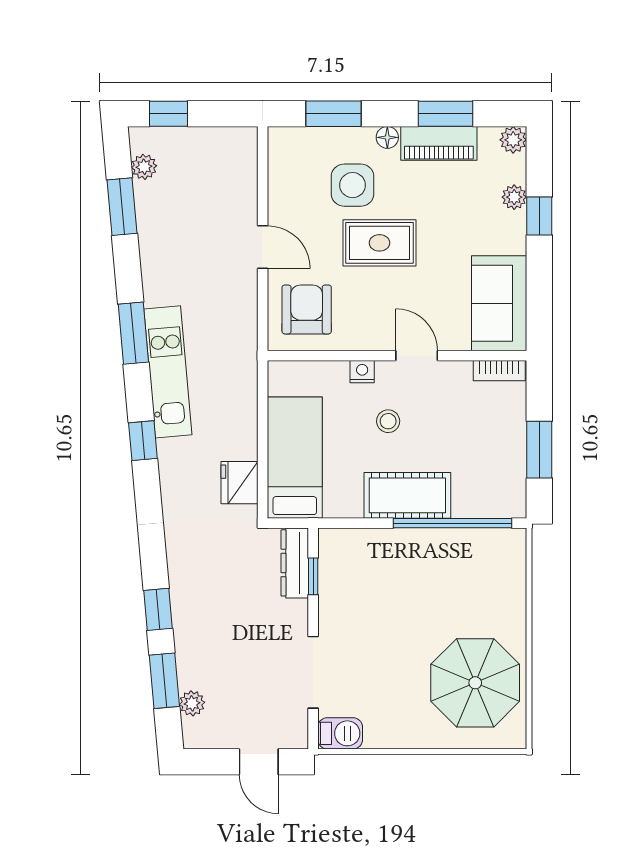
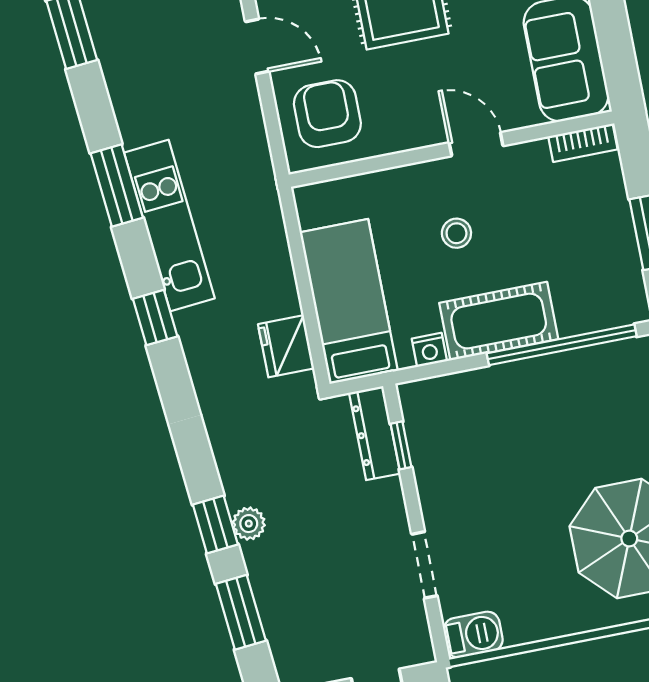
nightstand: (362, 372) -> (429, 350), moved, turned 180
doorway: (313, 672) -> (424, 565), width x0.73
plant: (192, 703) -> (249, 524), moved

